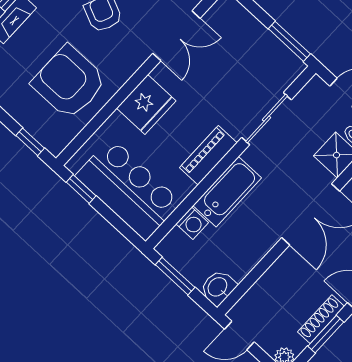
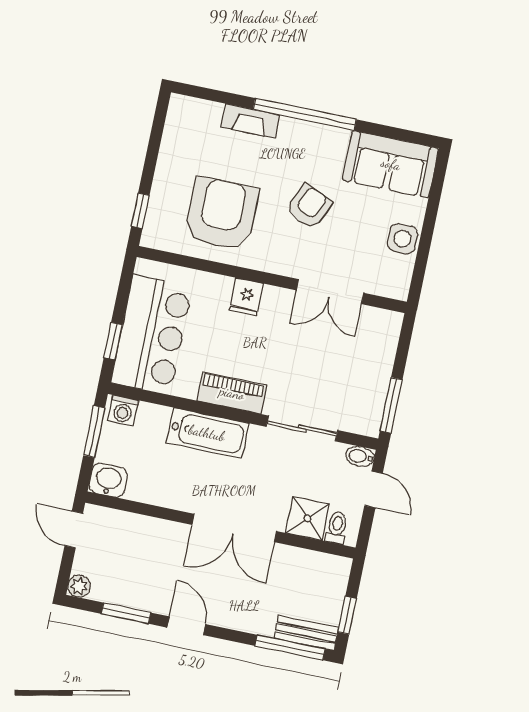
bidet: (314, 88) -> (360, 456), added
fridge: (146, 104) -> (246, 297), width x0.53, depth x0.75
window: (81, 189) -> (113, 341), moved
washing machine: (192, 223) -> (123, 410), moved
shoe rack: (321, 319) -> (138, 600), removed

